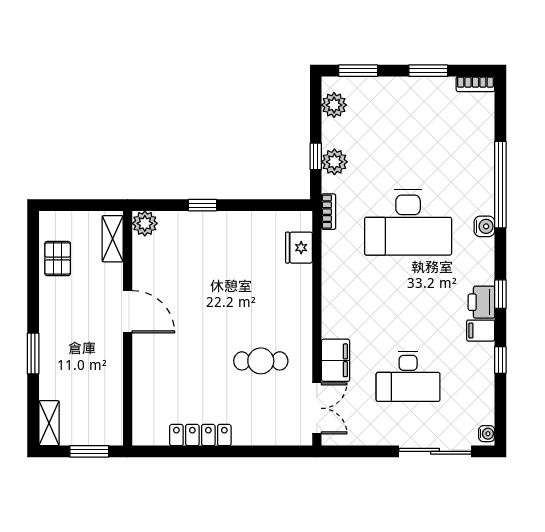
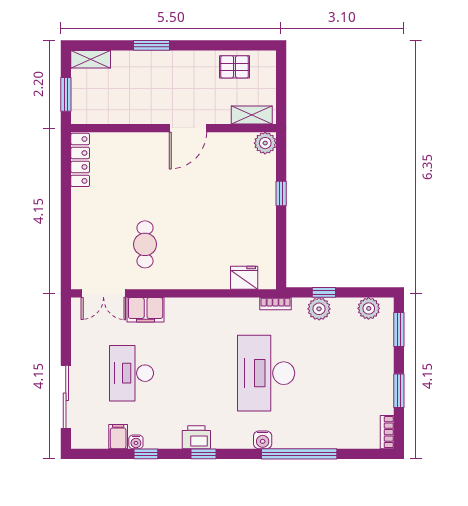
filing cabinet: (481, 331) -> (118, 437), moved
water cooler: (487, 434) -> (136, 442), moved
locker: (200, 435) -> (80, 160), moved

